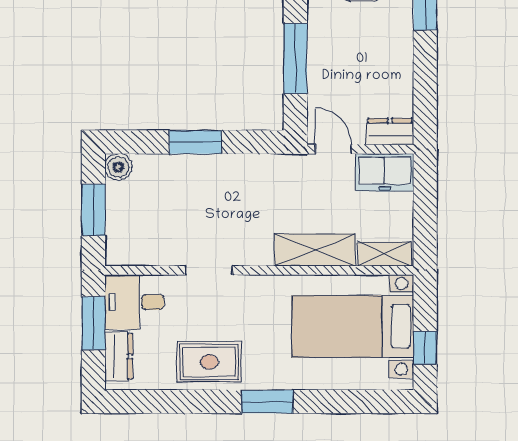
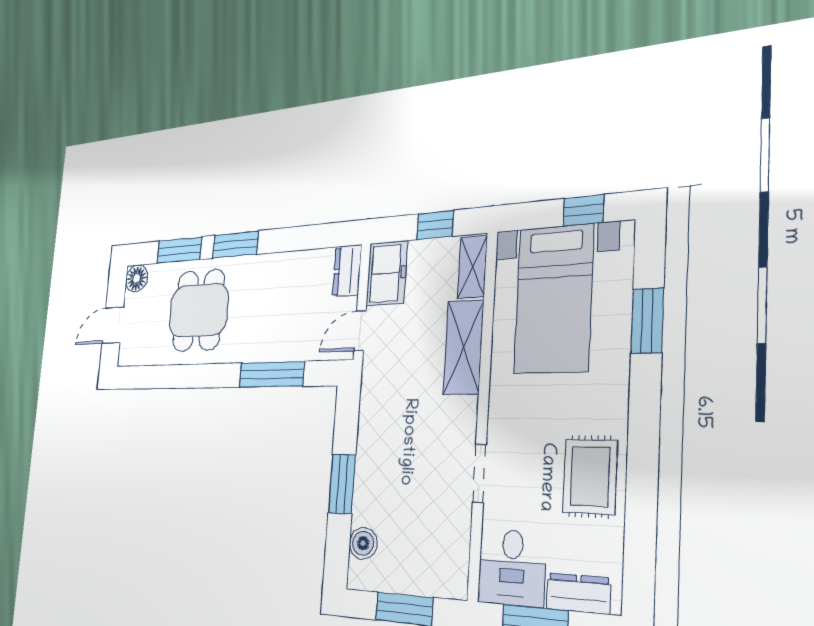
boiler: (118, 167) -> (363, 543), moved
window: (425, 217) -> (435, 225), added
window: (267, 402) -> (647, 321), moved

